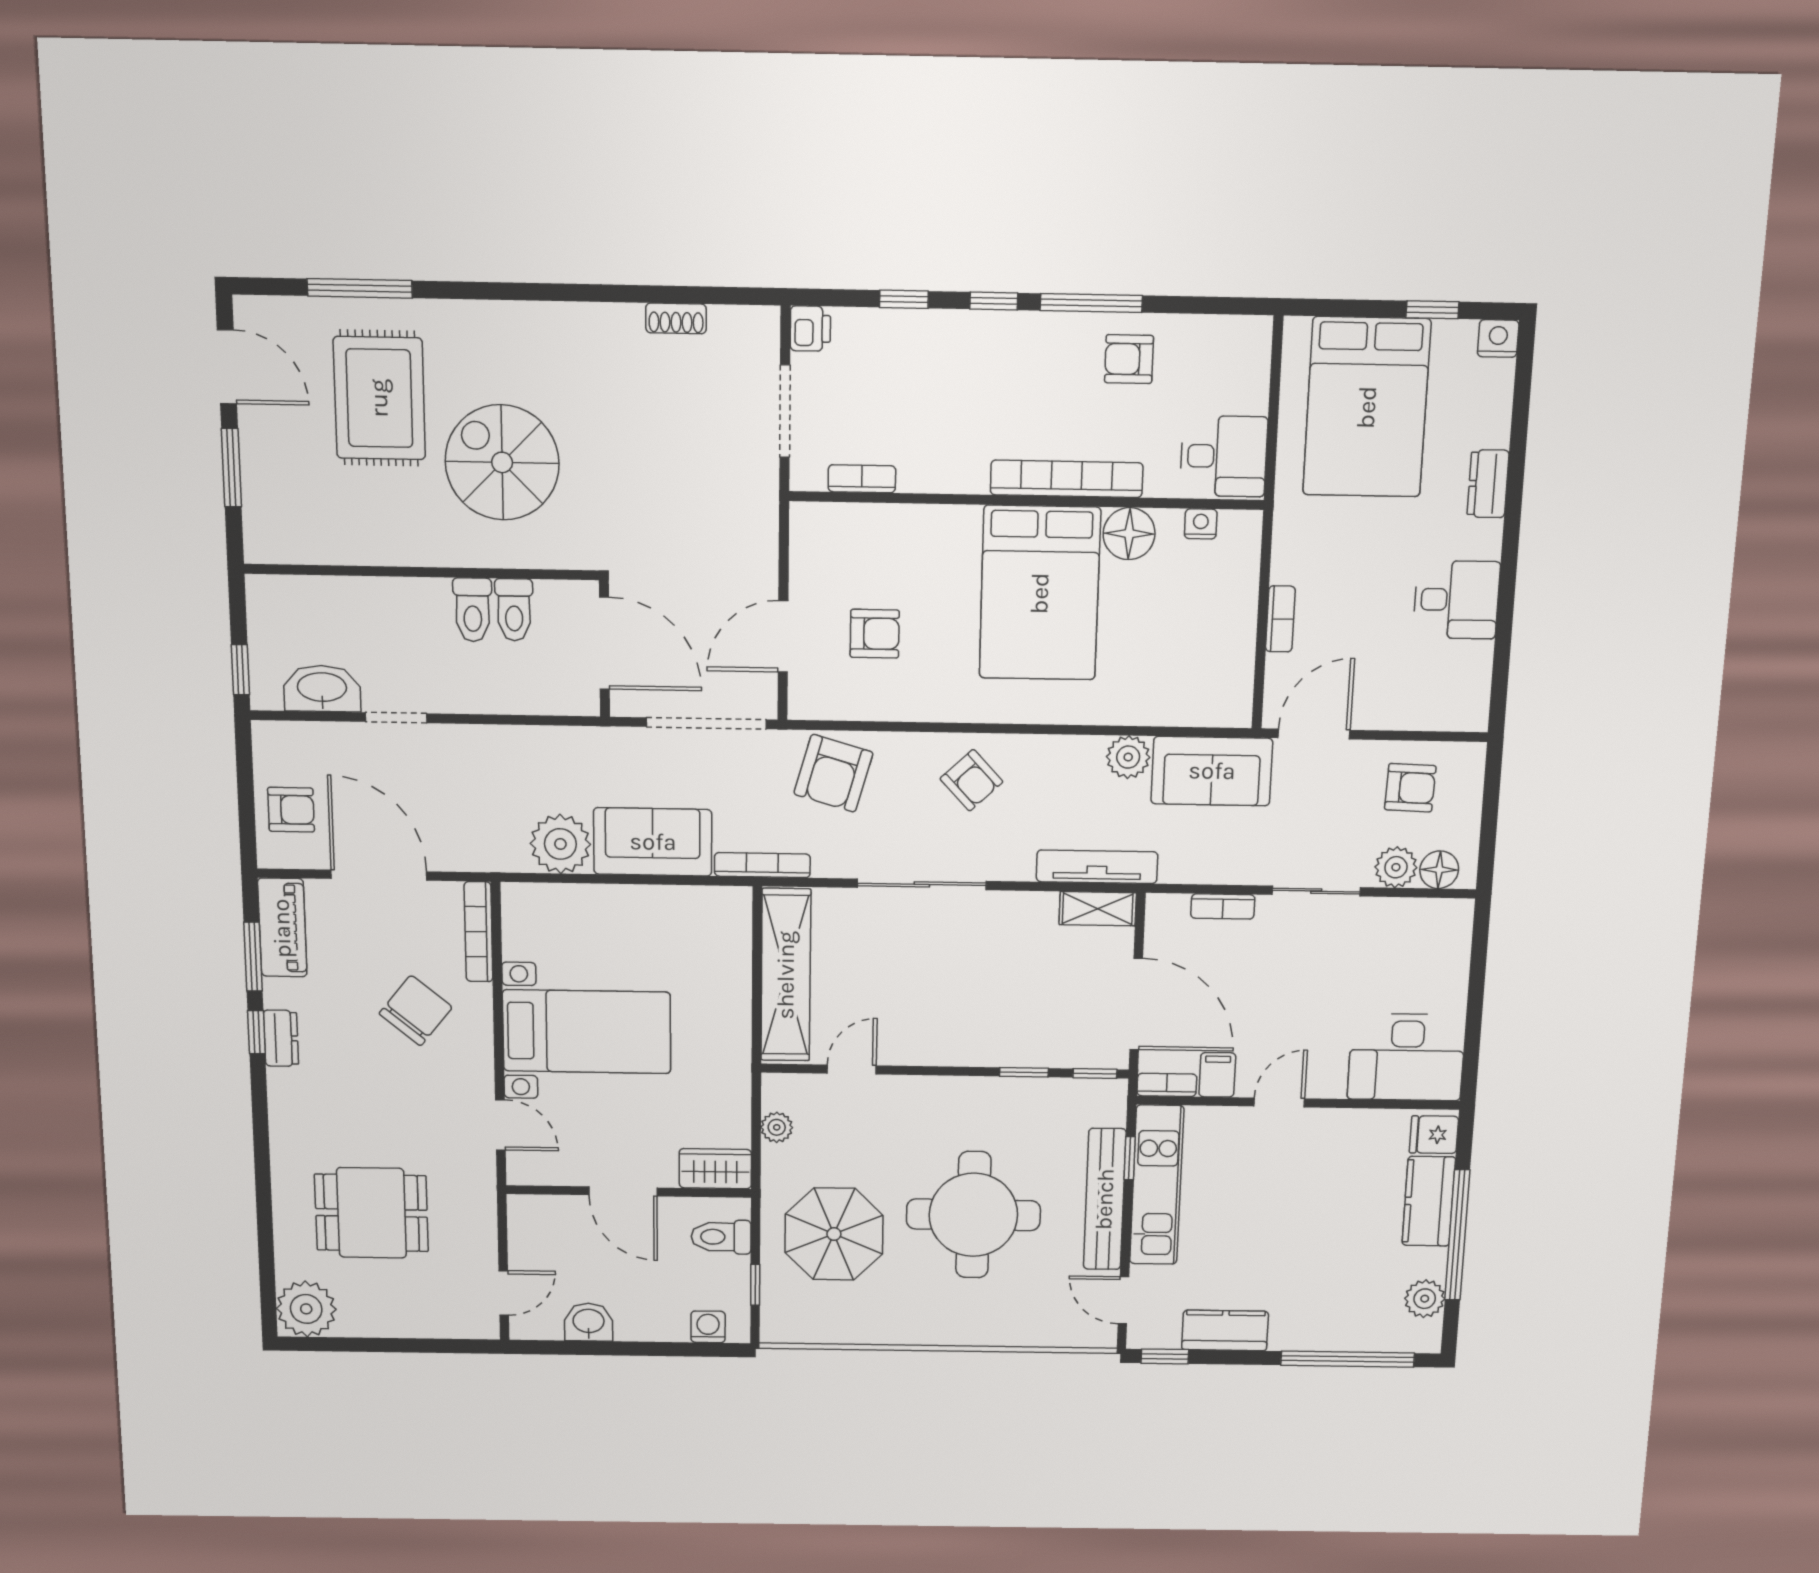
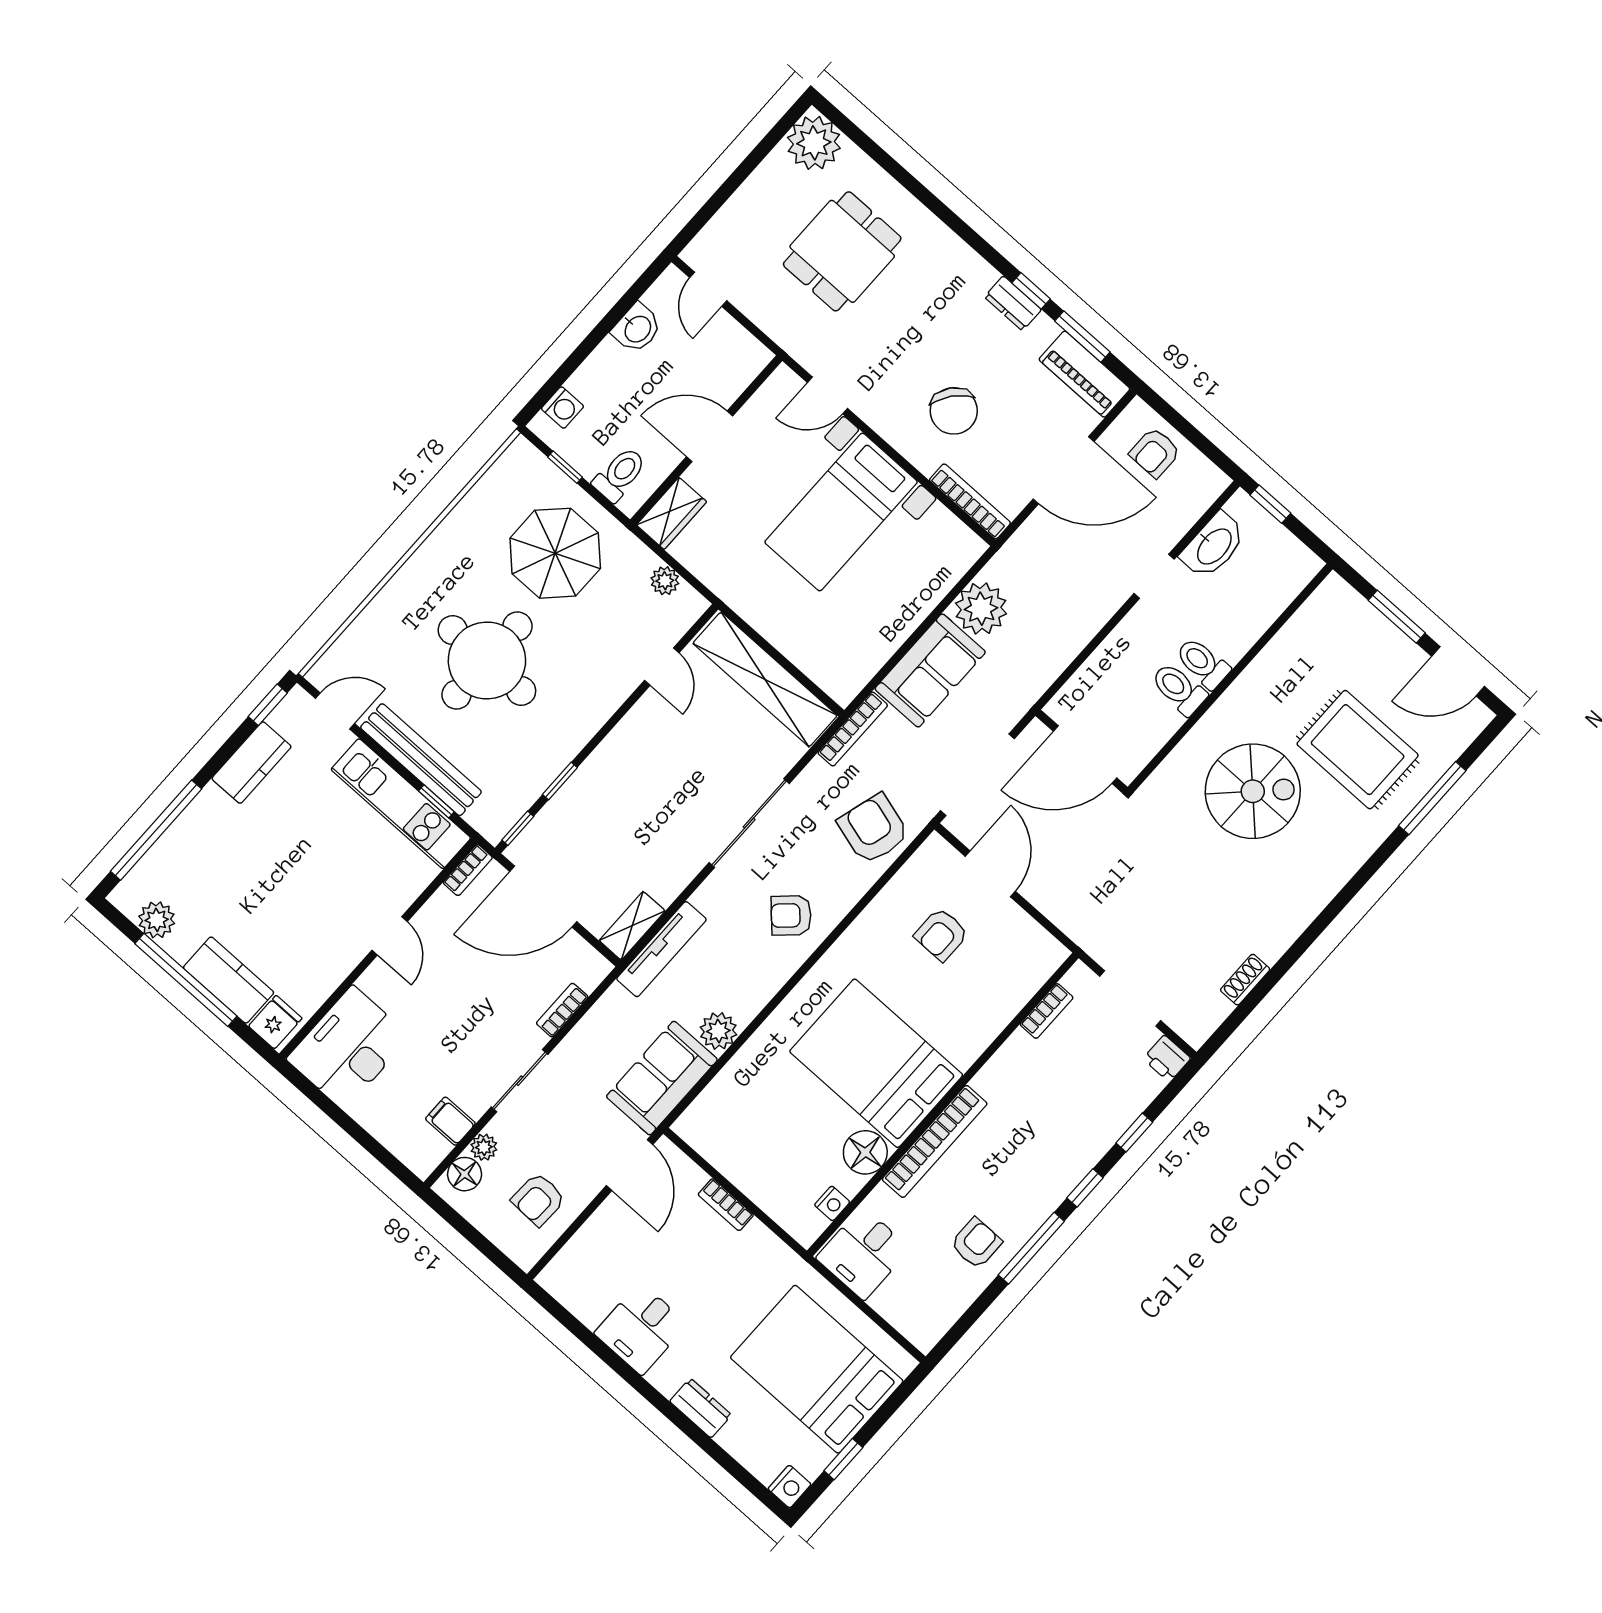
toilet: (514, 610) -> (1203, 663), moved
plant: (1396, 867) -> (484, 1147), width x0.73, depth x0.73
filing cabinet: (1217, 1075) -> (450, 1121), moved, turned 180

